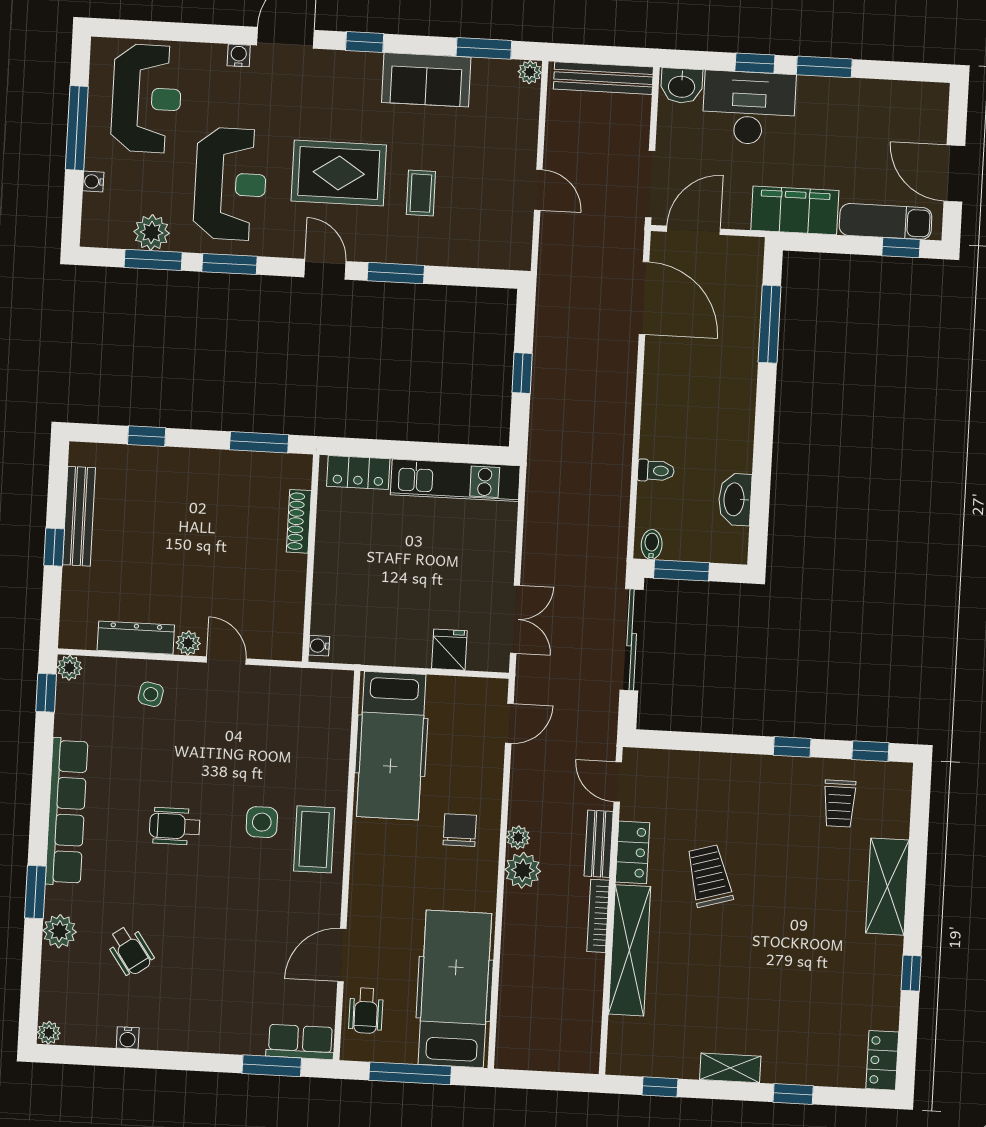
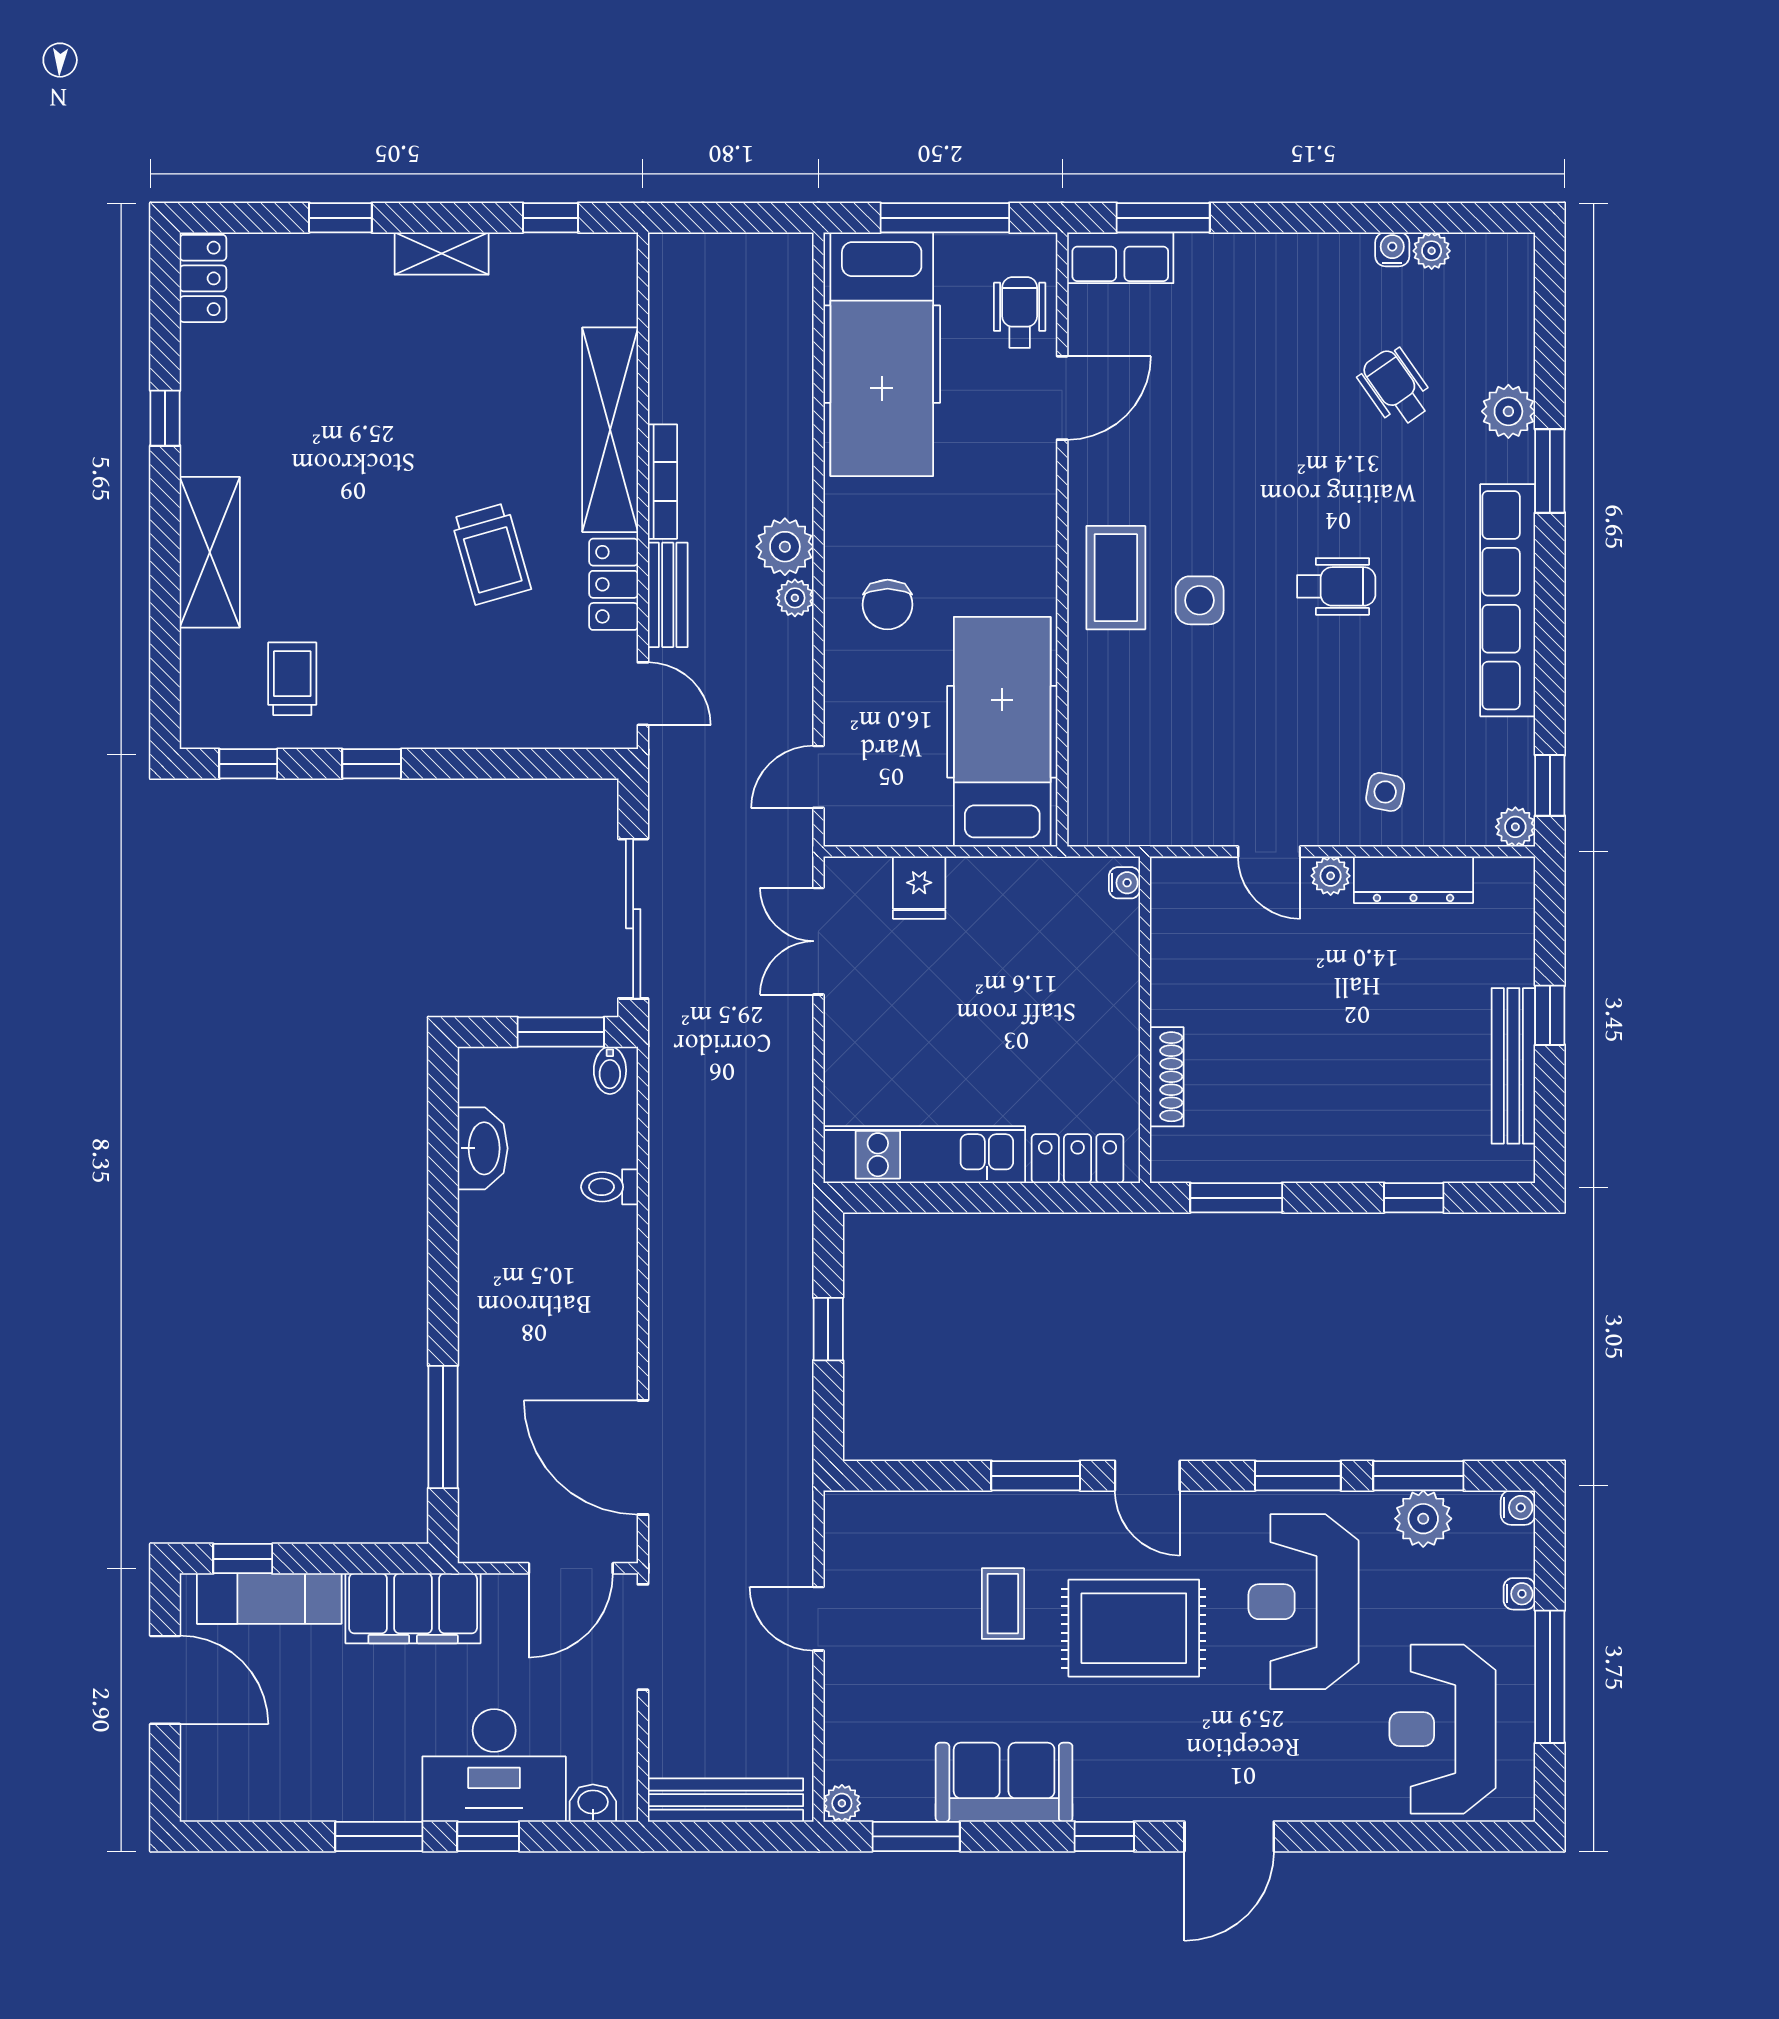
water cooler: (239, 55) -> (1518, 1508), moved, turned -90
washbasin: (682, 86) -> (593, 1803), width x0.72, depth x0.69
plant: (49, 1033) -> (1432, 251), moved

